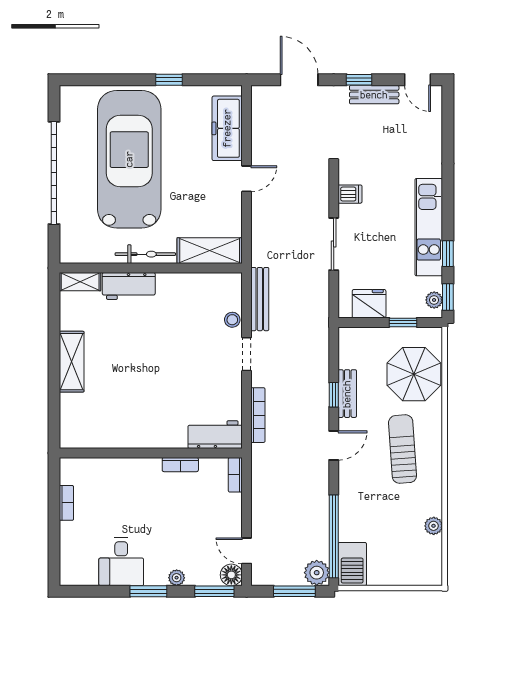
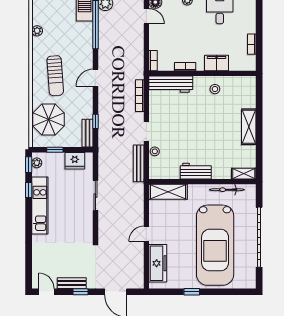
dishwasher: (350, 194) -> (86, 225), removed
bicycle: (145, 254) -> (227, 190), moved
workbench: (129, 286) -> (196, 171), moved
bench: (347, 394) -> (88, 133), moved
window: (334, 395) -> (95, 121), moved
stool: (129, 426) -> (215, 89), added
workbench: (215, 435) -> (171, 84), width x1.38
filing cabinet: (127, 471) -> (217, 63), added

